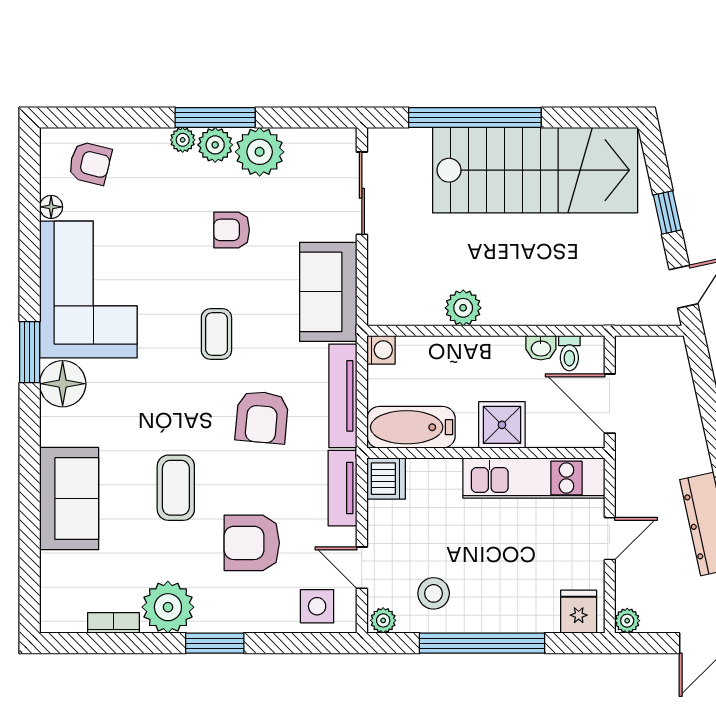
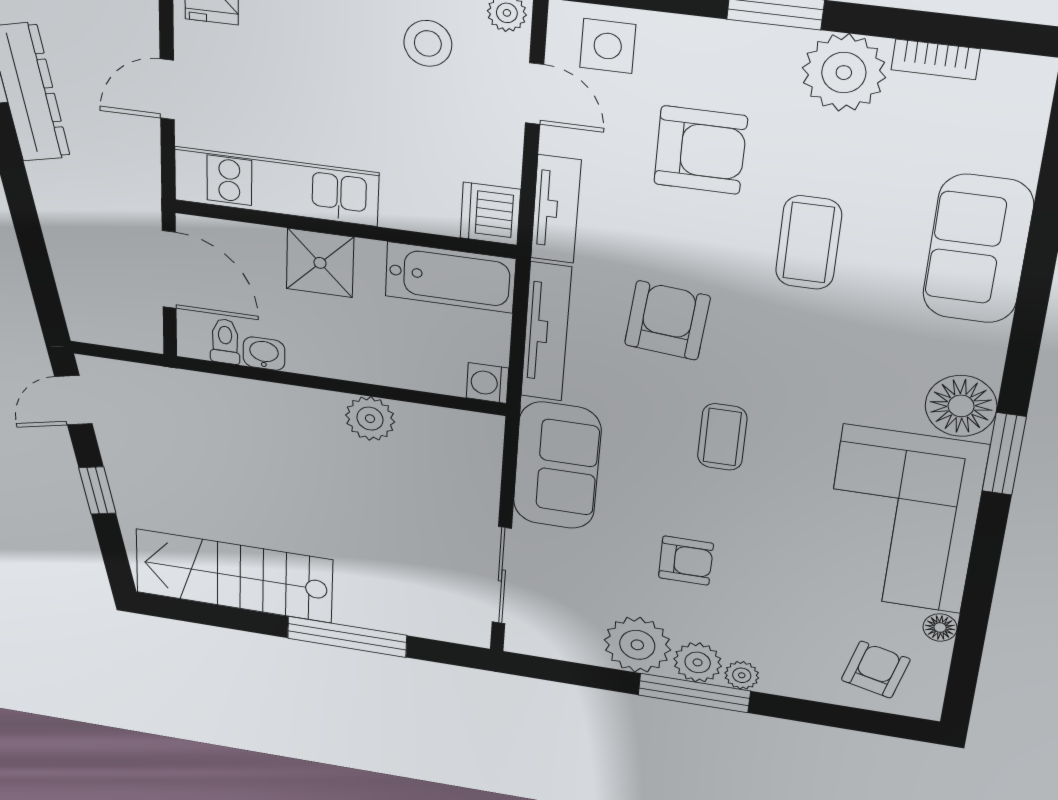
window: (475, 118) -> (347, 637), width x0.68
armchair: (90, 163) -> (876, 670), turned 90
stairs: (535, 170) -> (234, 576), width x0.73, depth x0.66

